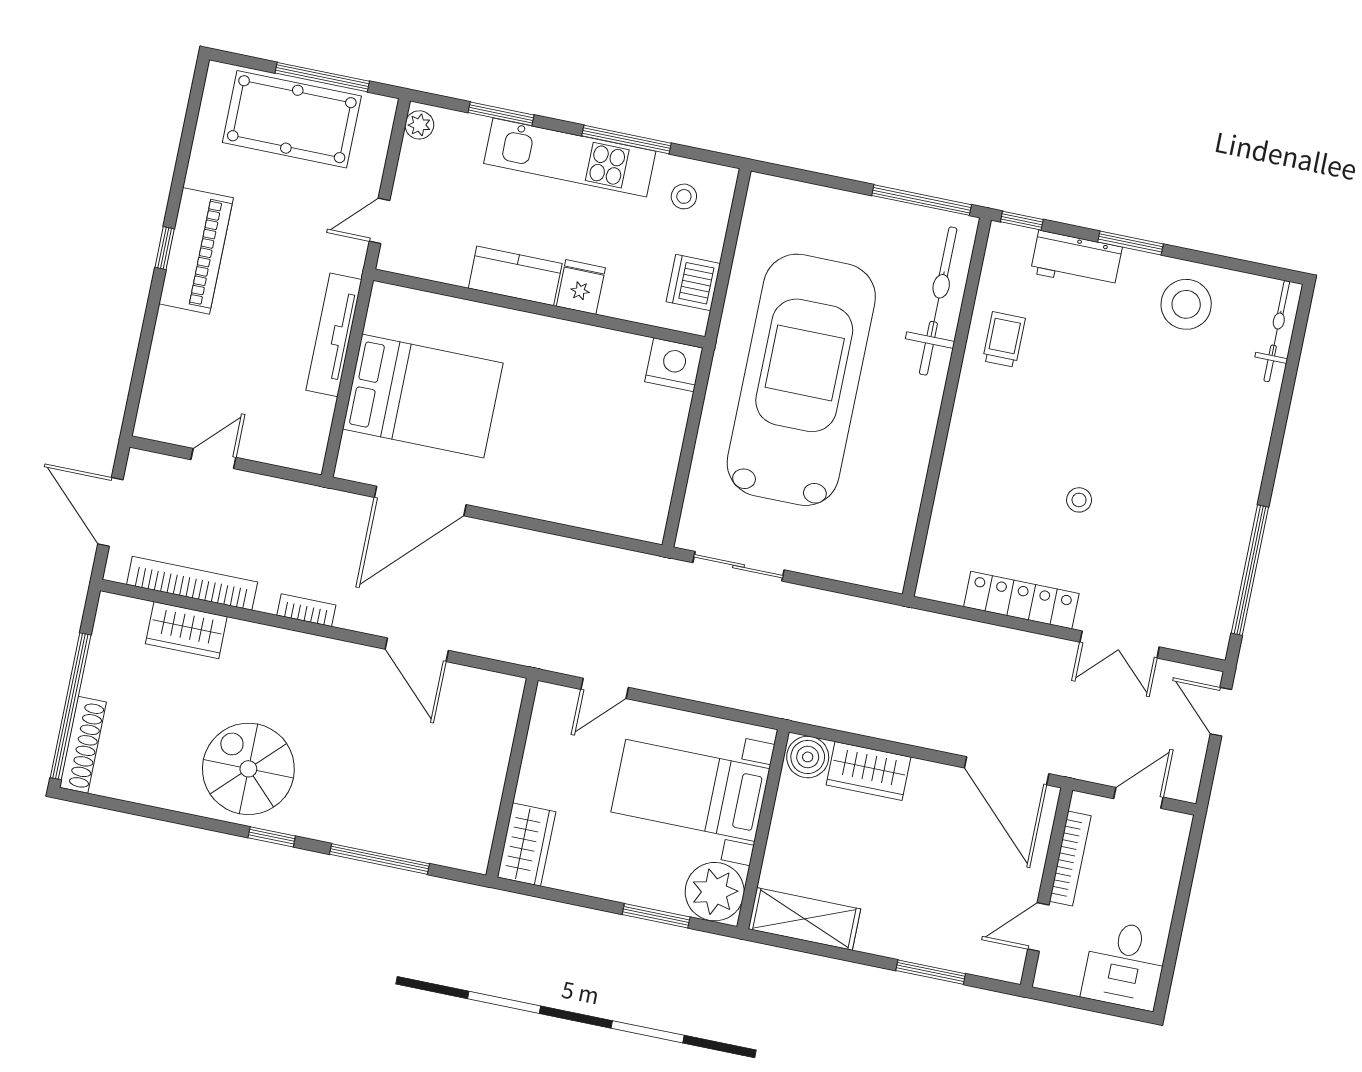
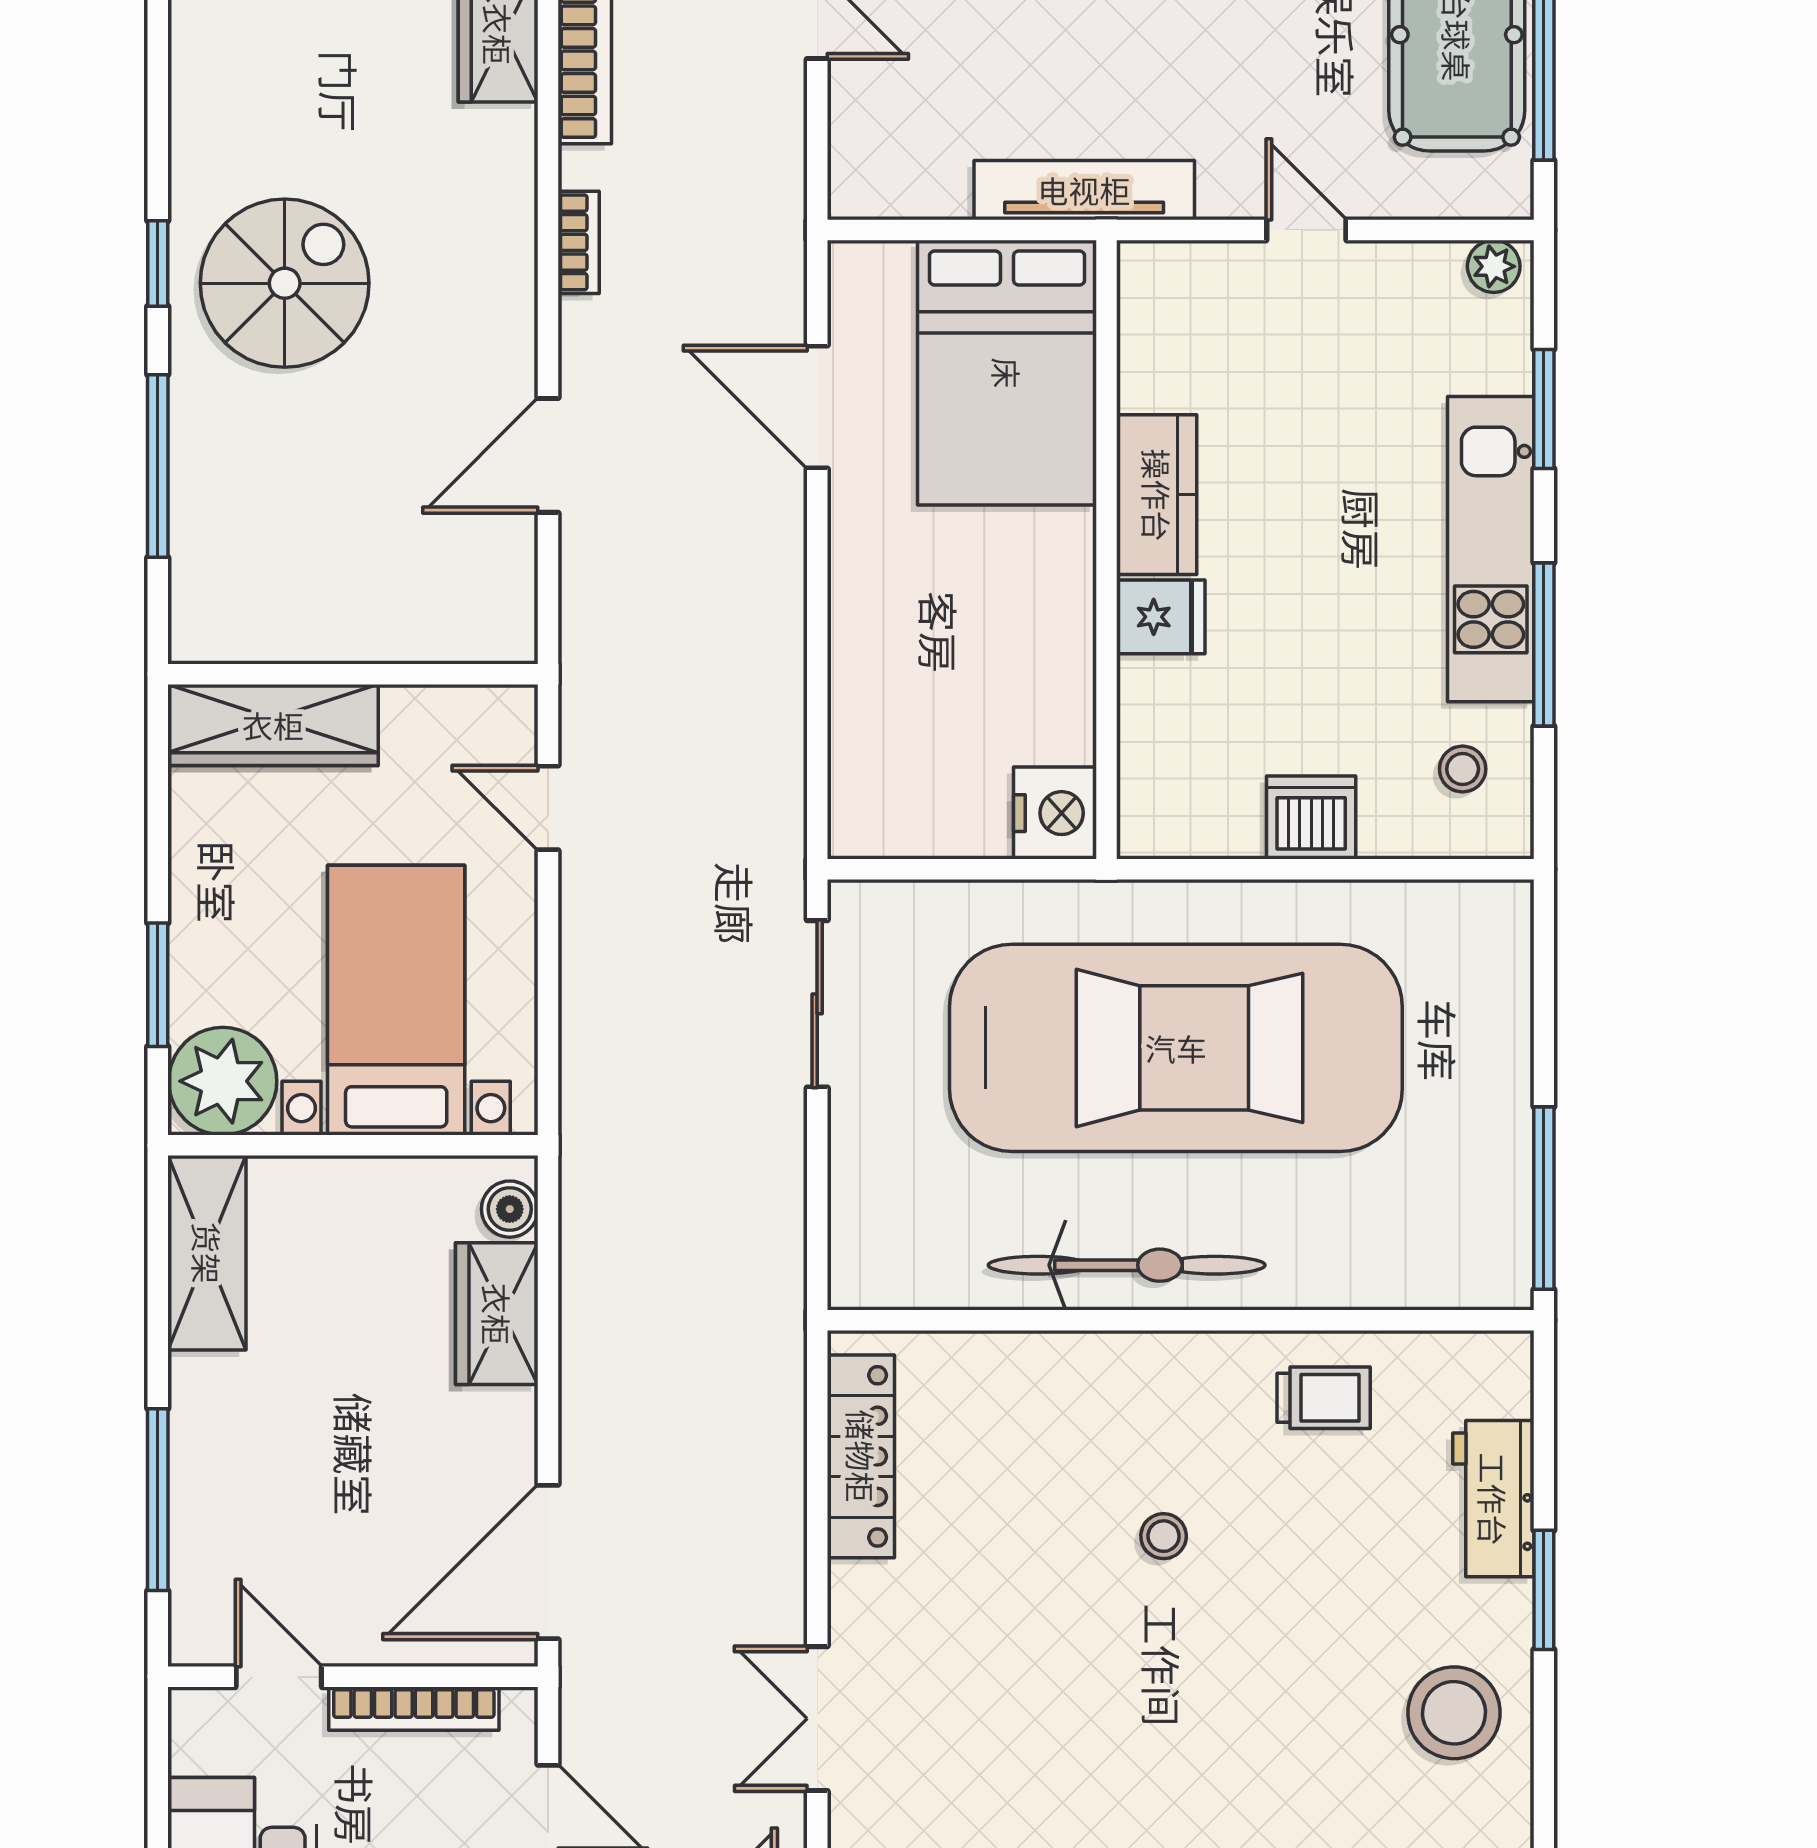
window: (1022, 221) -> (1544, 1386), removed
kitchen counter: (515, 276) -> (1157, 495), moved
fridge: (581, 287) -> (1161, 617), moved
bicycle: (938, 301) -> (1127, 1265), moved
wall: (539, 309) -> (1107, 550), moved
nightstand: (674, 365) -> (1055, 813), moved
stool: (1079, 500) -> (1164, 1536), moved
door: (420, 501) -> (817, 407), width x0.73
locker: (1021, 600) -> (861, 1456), moved
boiler: (808, 757) -> (510, 1209), width x0.73, depth x0.73
spiral stairs: (248, 769) -> (285, 283), moved
wardrobe: (526, 845) -> (273, 725), width x1.50
window: (931, 972) -> (158, 1500), width x1.44

